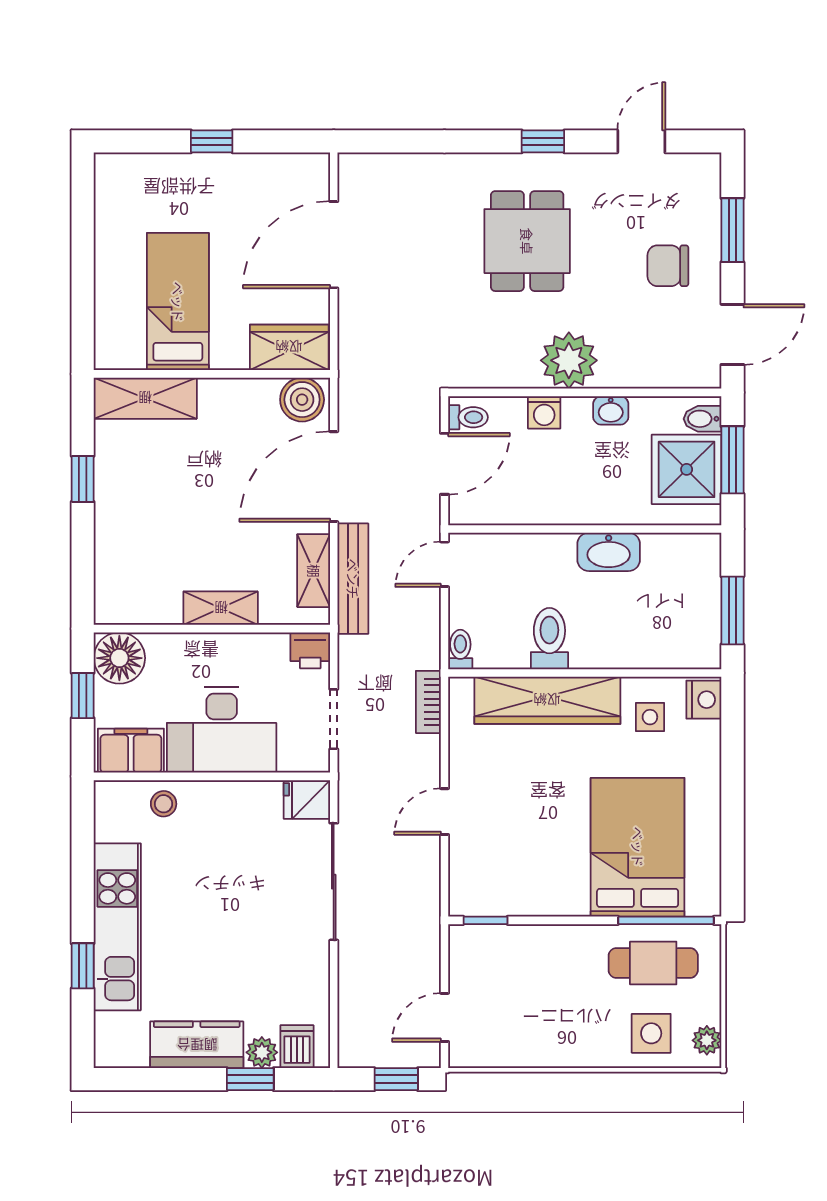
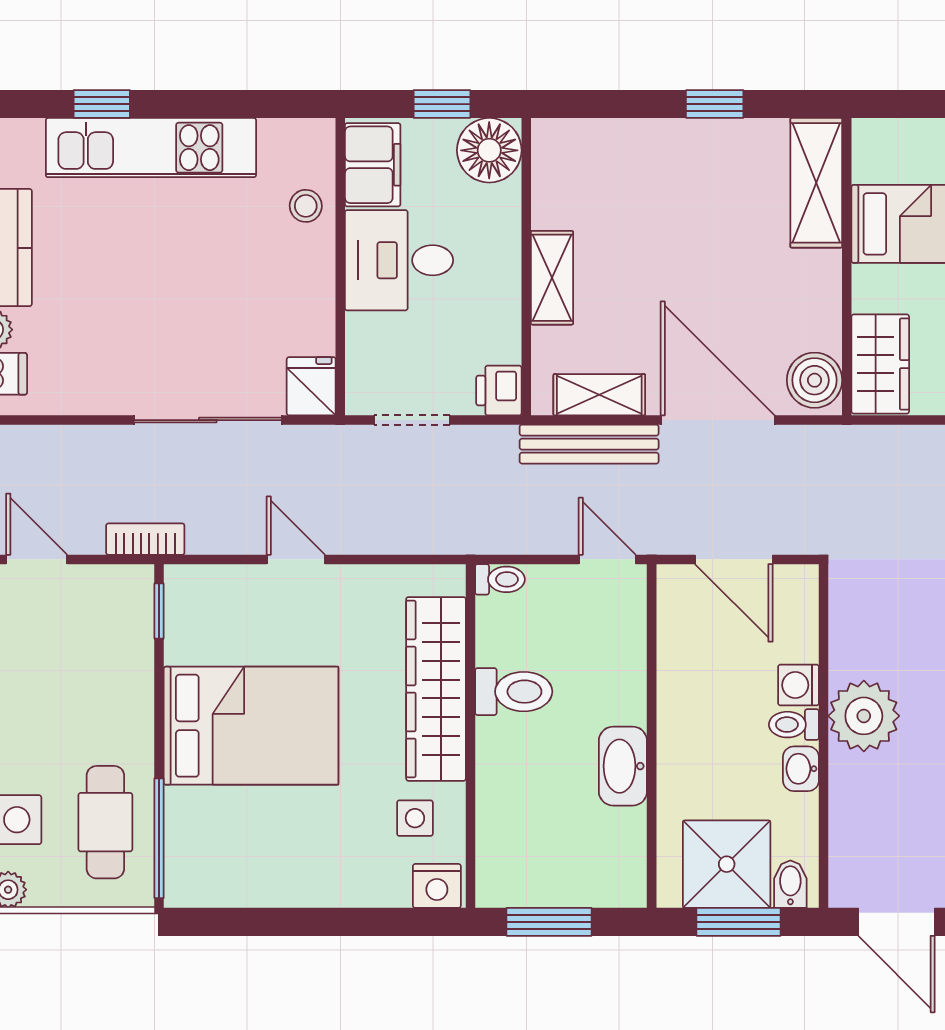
toilet: (468, 417) -> (794, 725), moved, turned 90
bookcase: (428, 702) -> (145, 539), moved
desk: (222, 730) -> (399, 260), width x0.73
bed: (638, 847) -> (251, 726), moved

